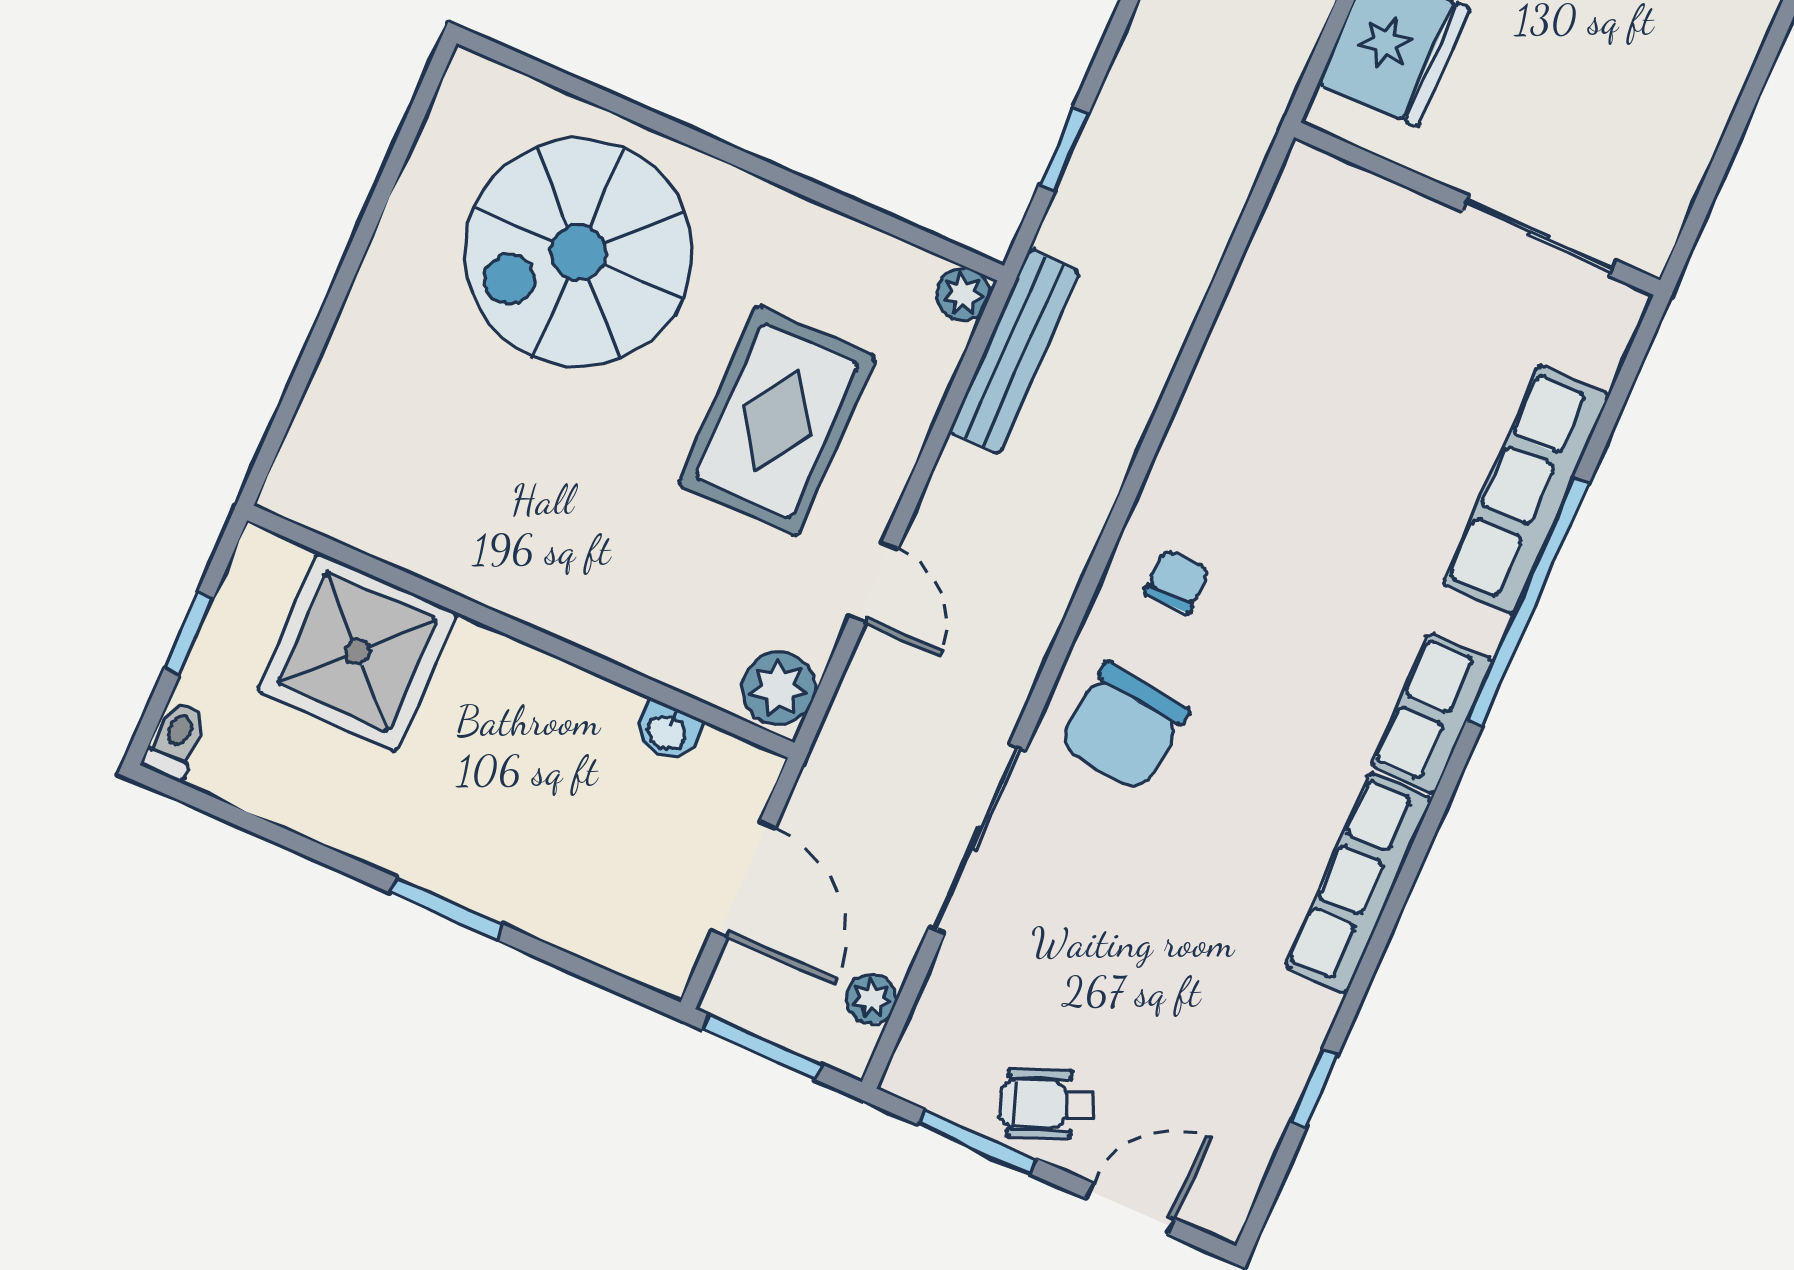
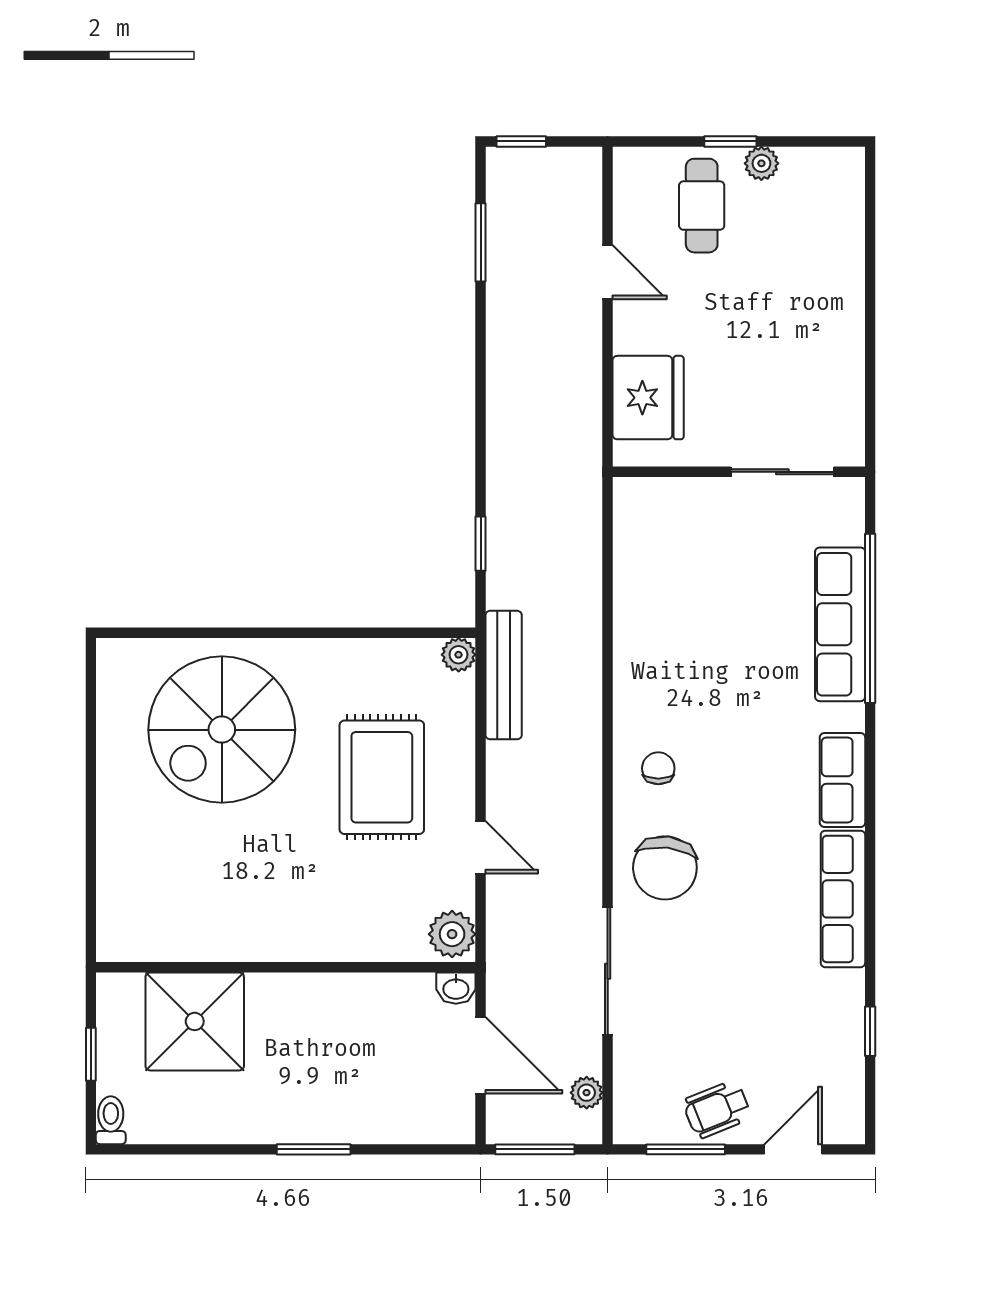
window: (1528, 601) -> (870, 618), moved
washbasin: (667, 731) -> (456, 988), moved

